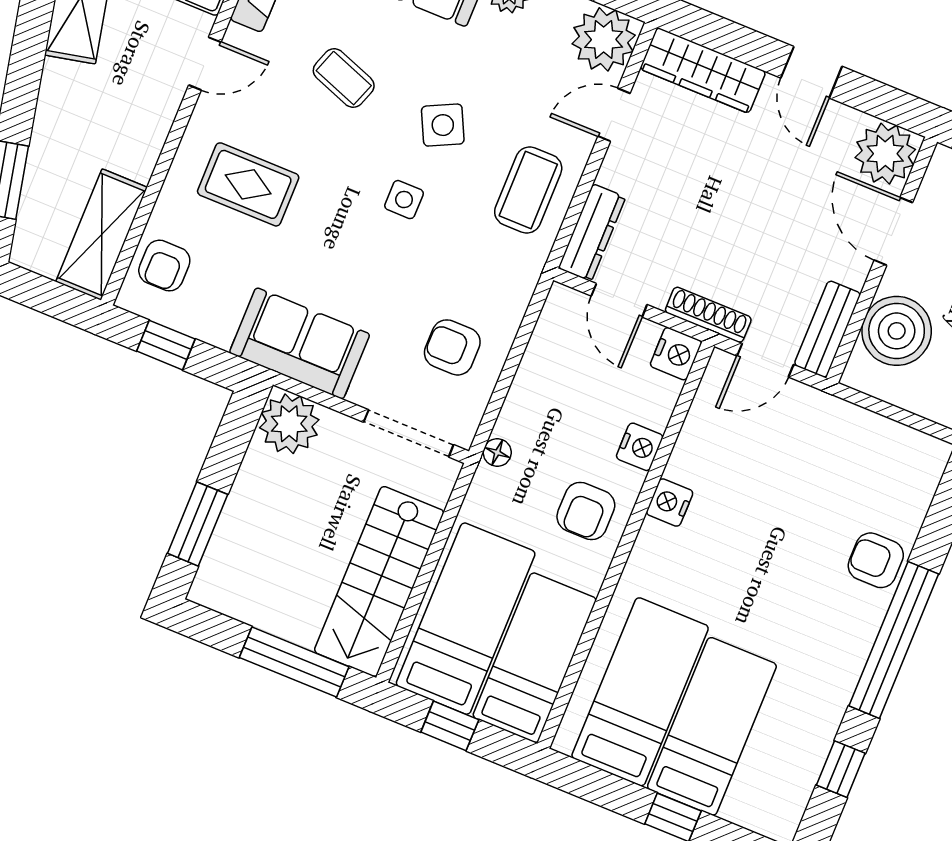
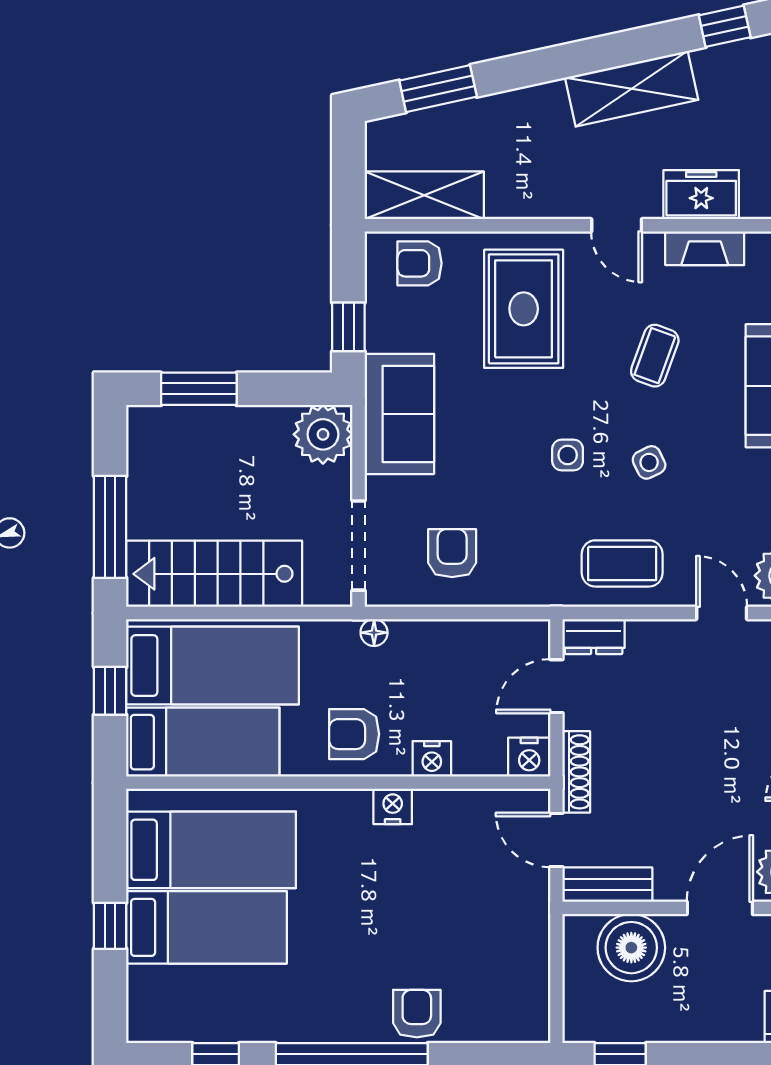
side table: (443, 125) -> (649, 462), width x0.73, depth x0.73
rug: (248, 184) -> (524, 309), width x1.36, depth x1.43
dresser: (592, 233) -> (594, 637), width x0.70
window: (166, 345) -> (348, 327), moved

